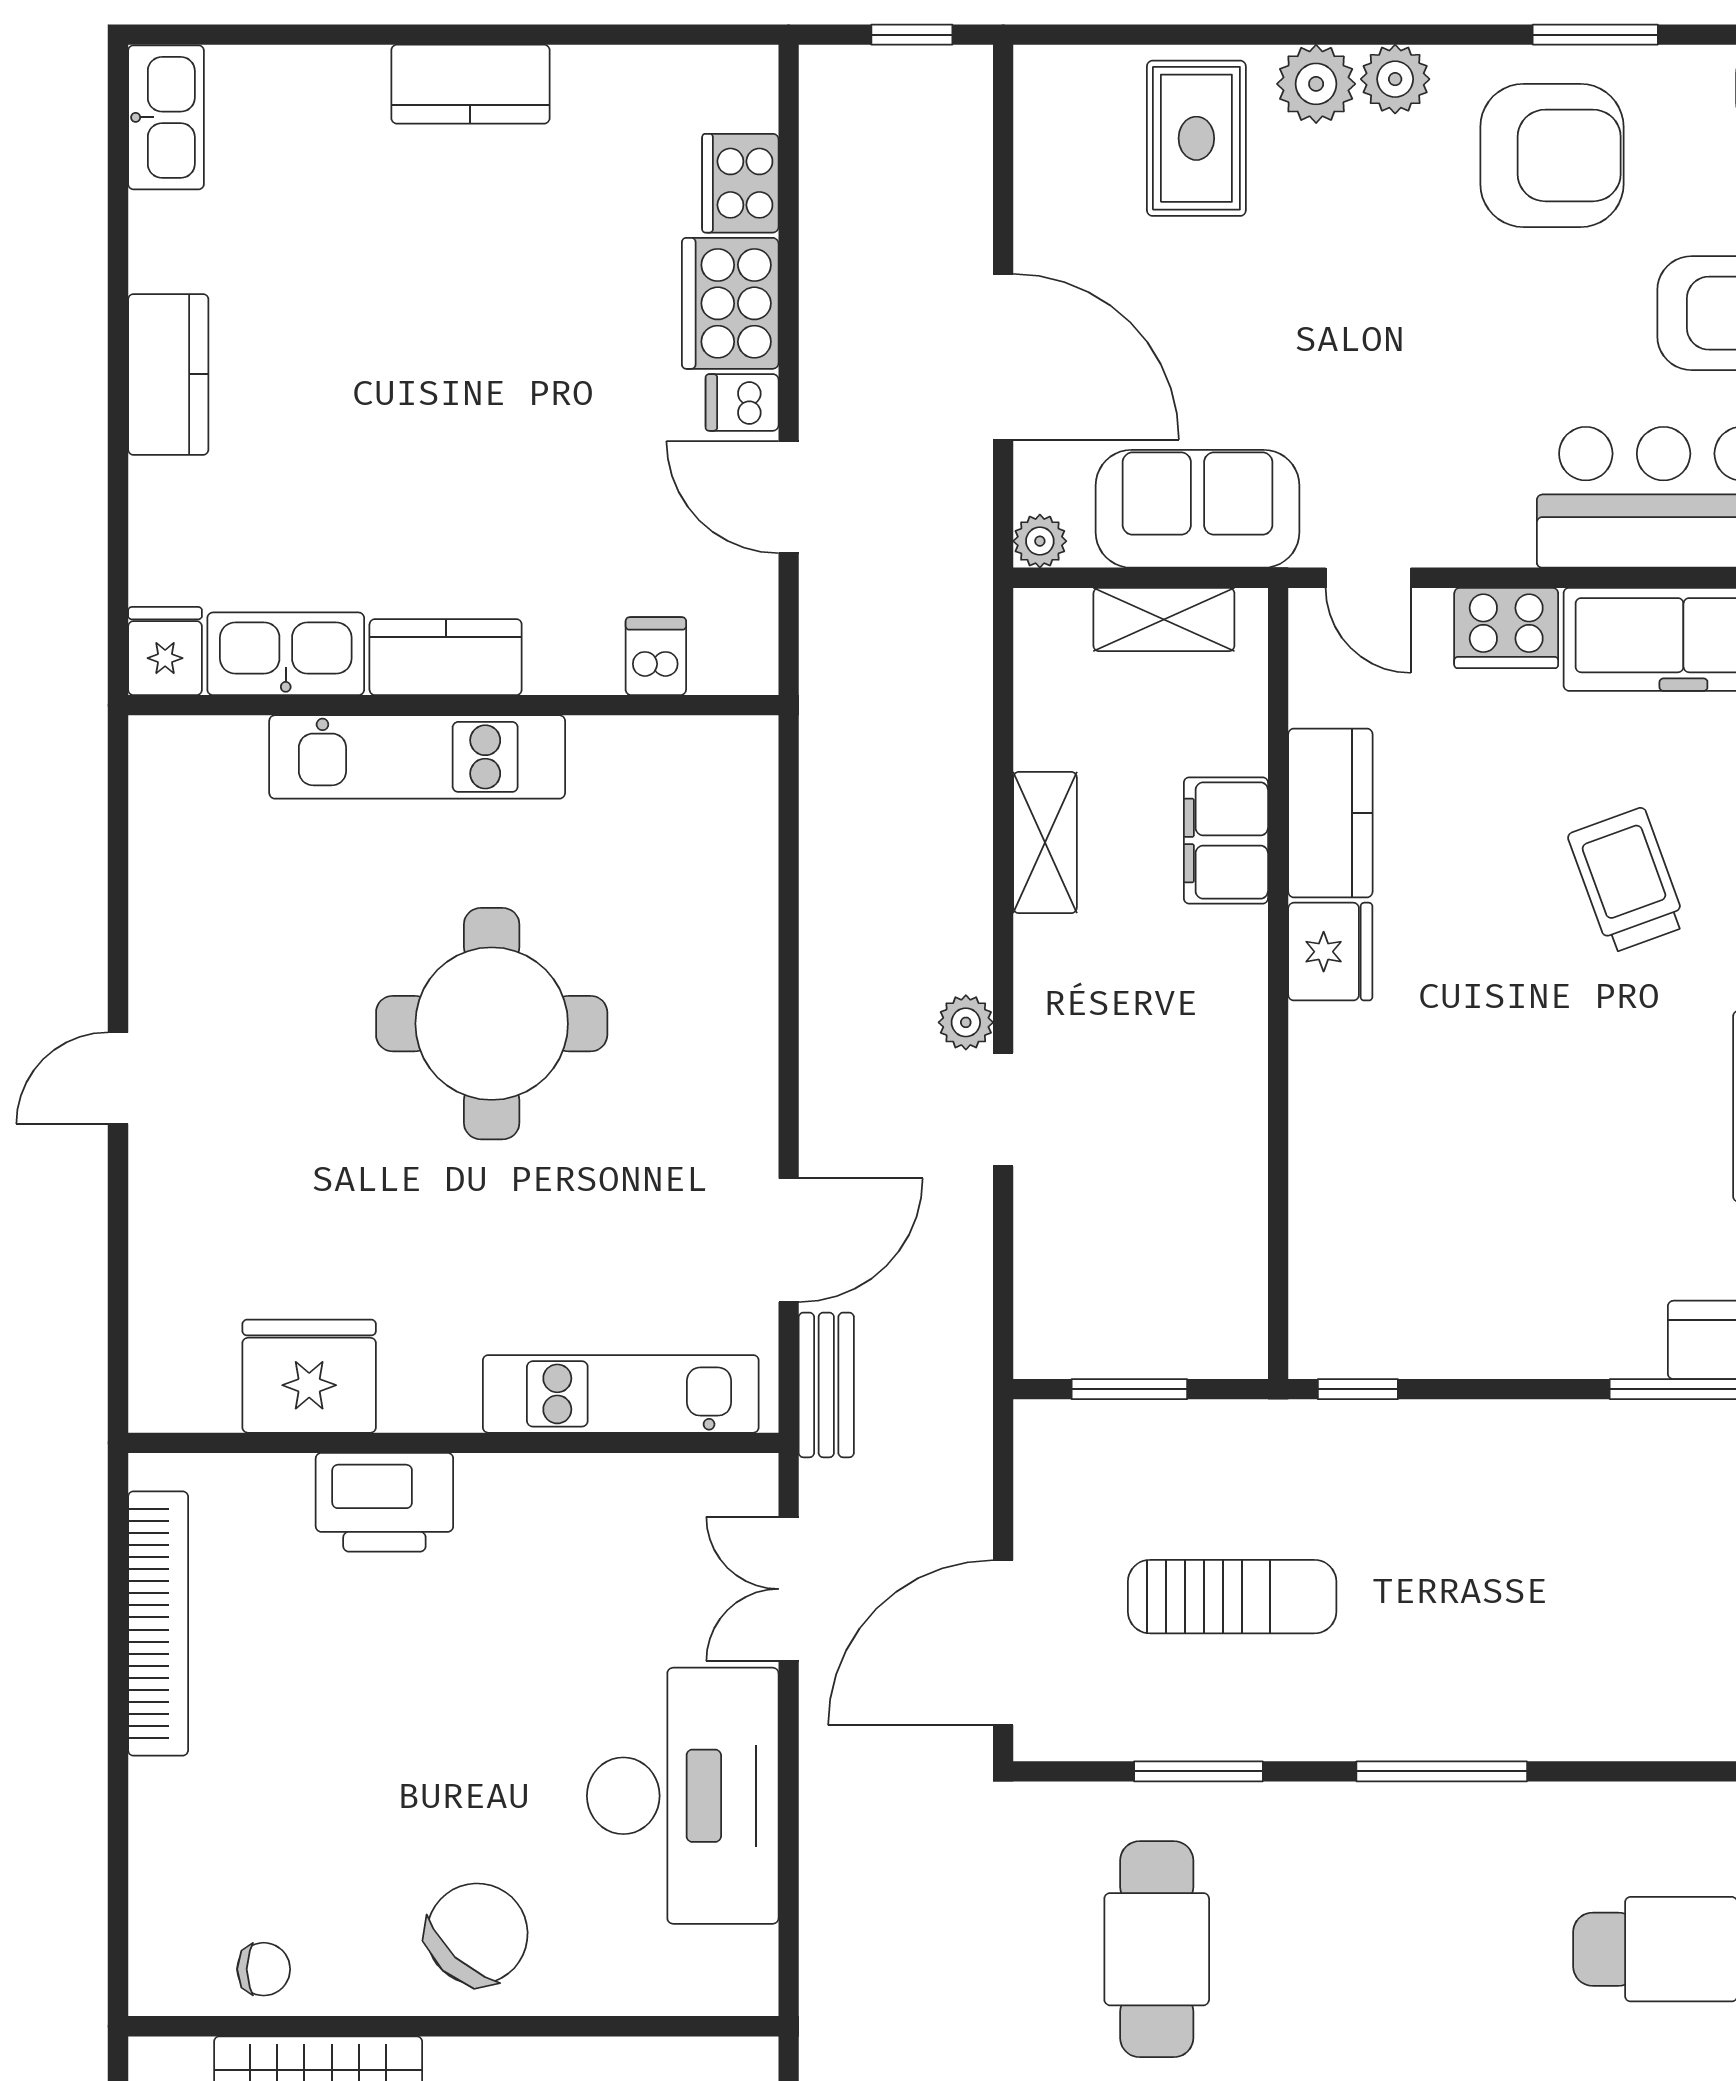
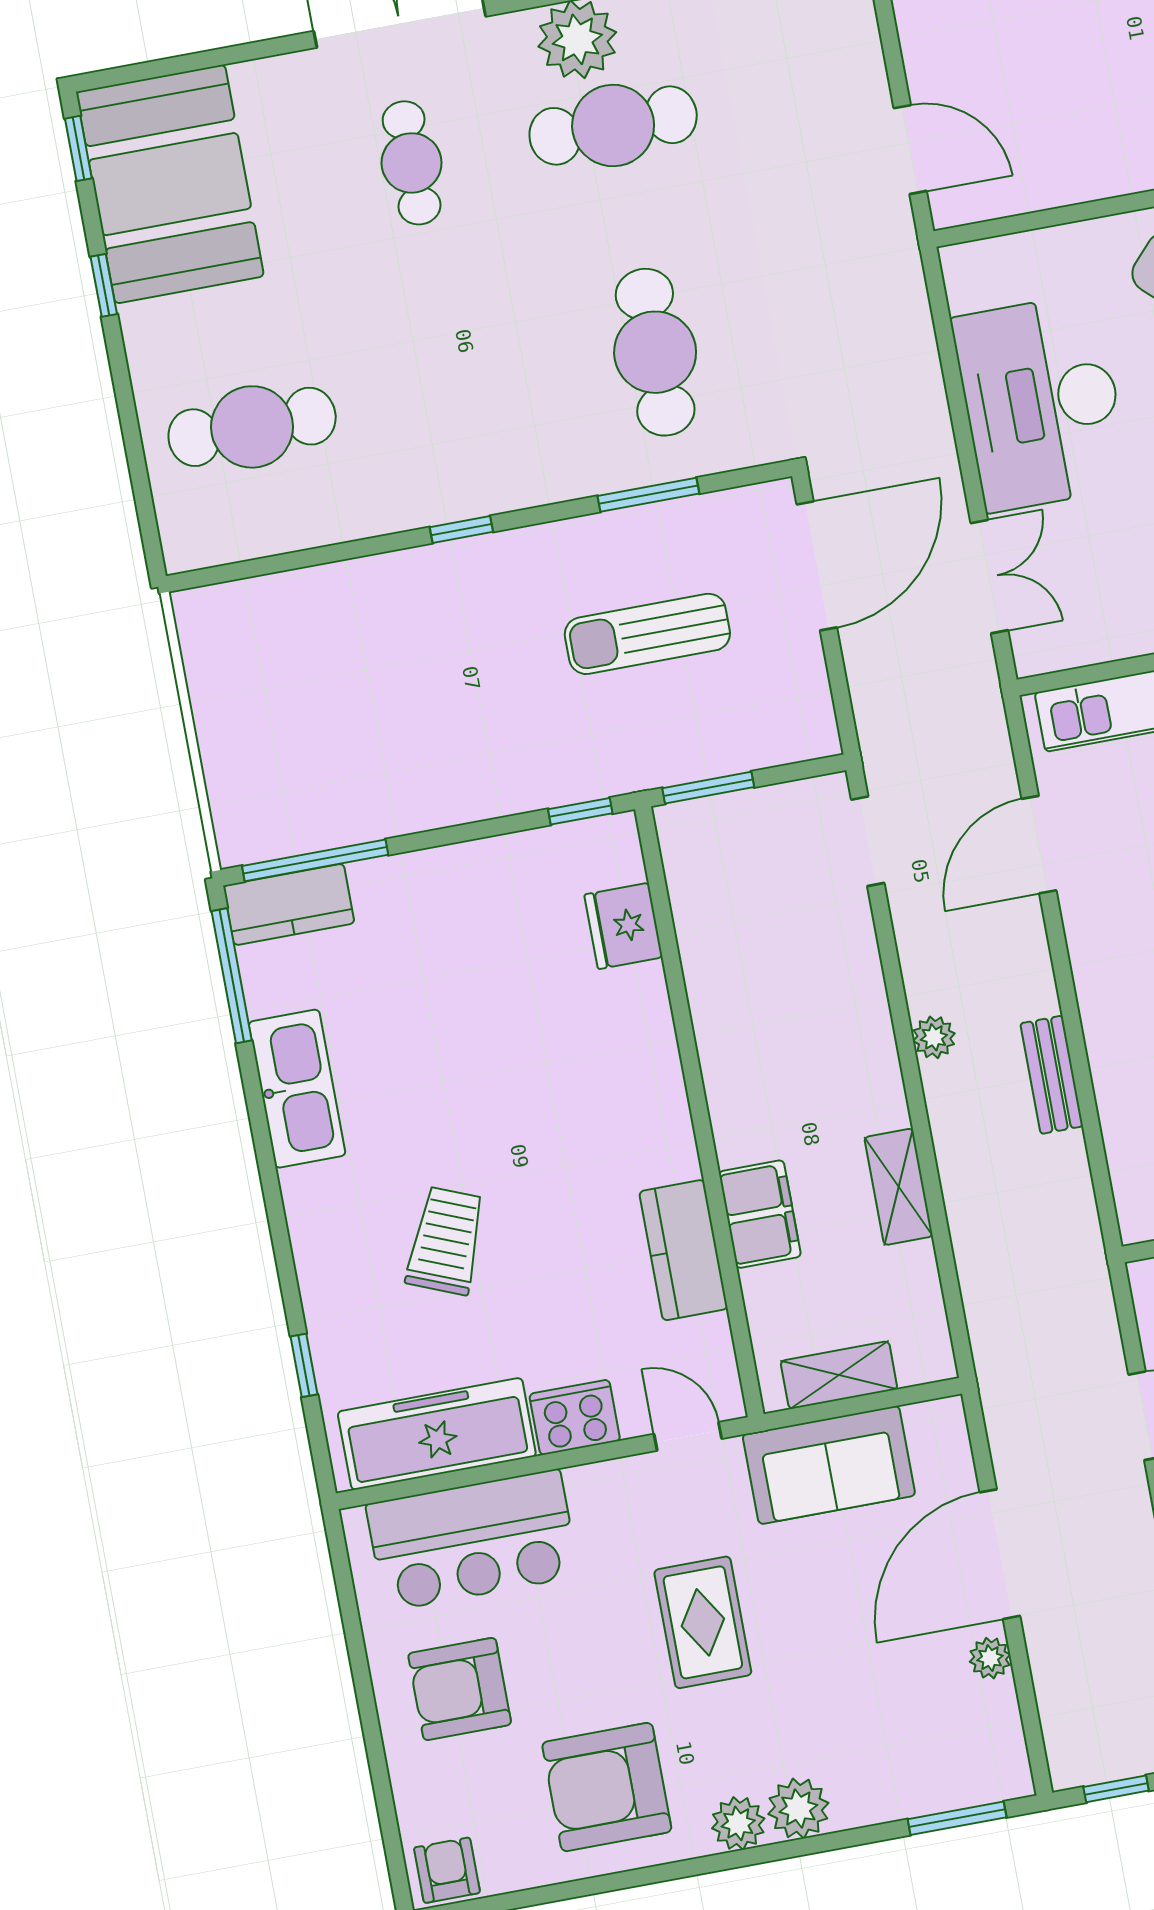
window: (1595, 35) -> (957, 1818), moved
rug: (1196, 138) -> (703, 1622), moved
door: (1003, 357) -> (1000, 1554), hinge flipped
plant: (1040, 541) -> (990, 1658), moved
trolley: (1627, 880) -> (446, 1241), turned -138
fridge: (1330, 952) -> (623, 926), moved
doorway: (1003, 1110) -> (868, 841), moved
bench: (826, 1385) -> (1052, 1075), moved
window: (1129, 1389) -> (708, 788), moved
window: (1442, 1771) -> (461, 529), width x0.46

